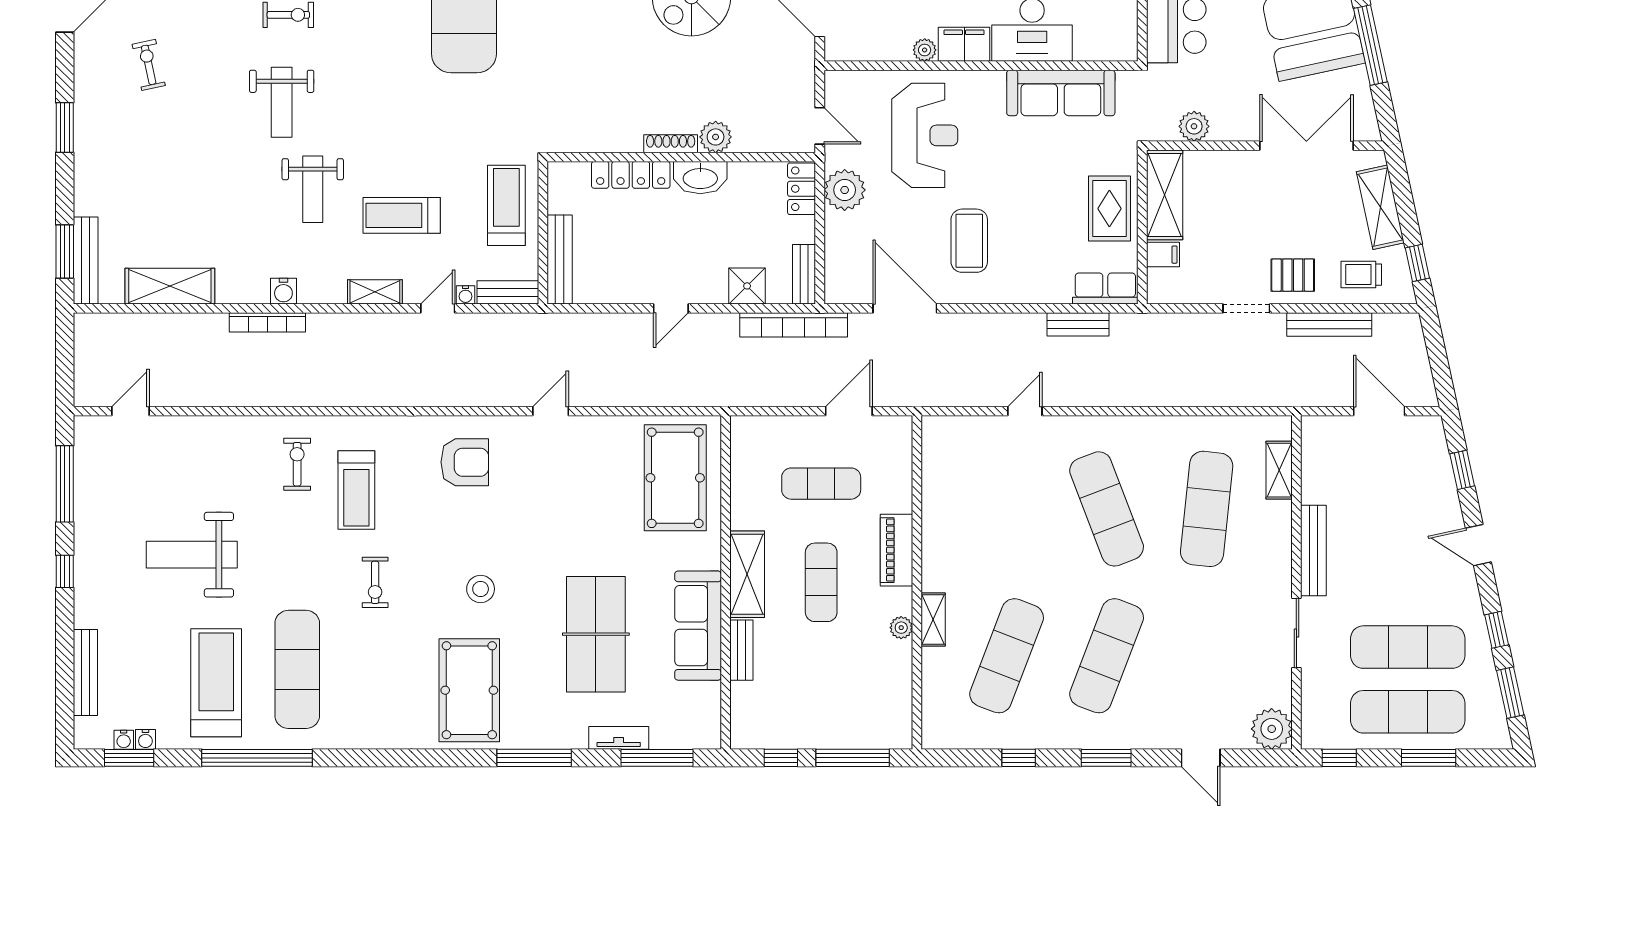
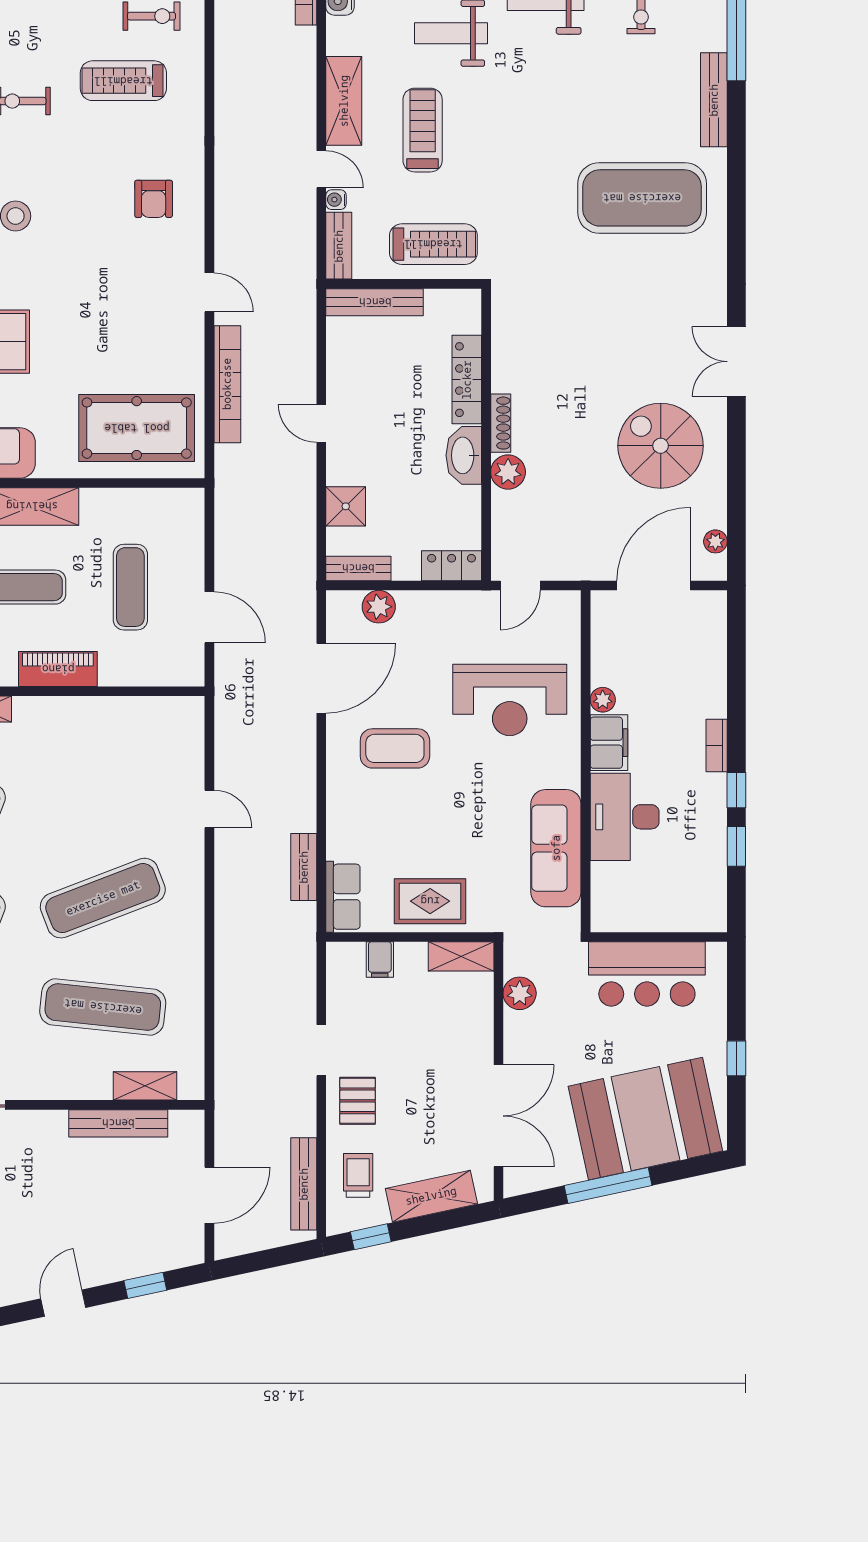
plant: (845, 190) -> (379, 607), moved, width x0.73, depth x0.73
shelving: (1165, 195) -> (461, 956), width x0.67, depth x0.75
shelving: (375, 292) -> (344, 101), width x1.50, depth x1.33
bench: (1329, 324) -> (304, 1184), moved
bookcase: (794, 325) -> (227, 384), moved, turned 180
armchair: (465, 462) -> (154, 199), width x0.72, depth x0.72
bench: (1313, 550) -> (118, 1123), moved

